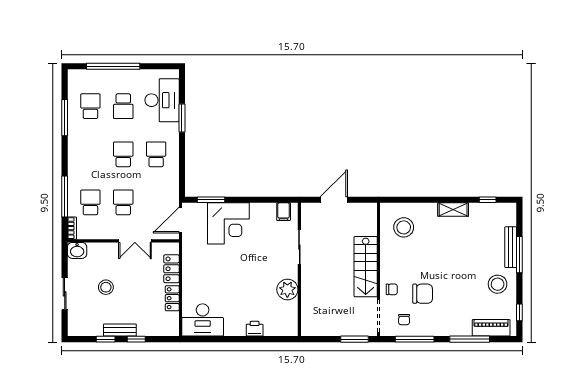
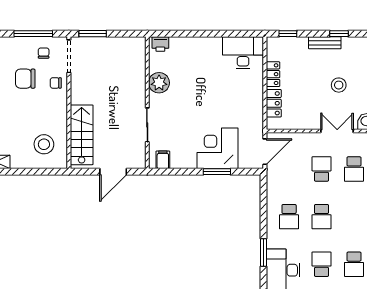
window: (211, 200) -> (217, 172), moved
school desk: (123, 202) -> (322, 169), turned 180
double door: (135, 241) -> (337, 131), moved
stairs: (366, 267) -> (82, 135), moved
printer: (255, 329) -> (160, 44), moved
window: (136, 339) -> (288, 34), moved

